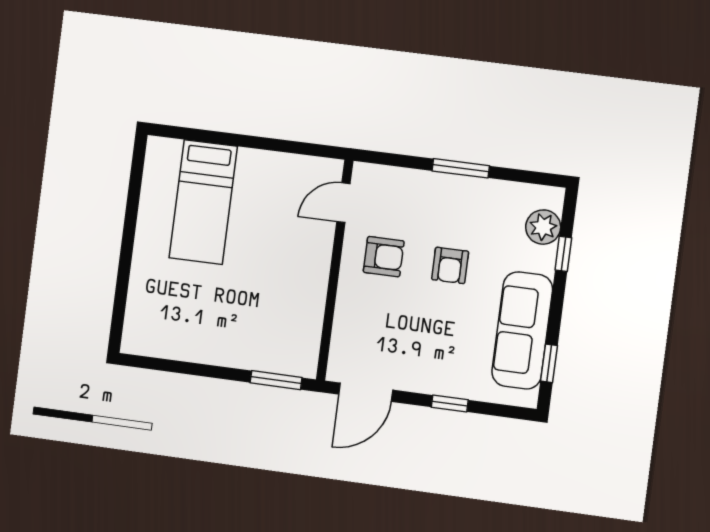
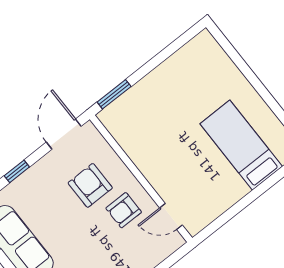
door: (343, 203) -> (171, 216), swing flipped
armchair: (450, 265) -> (90, 185), moved, width x1.38, depth x1.38

